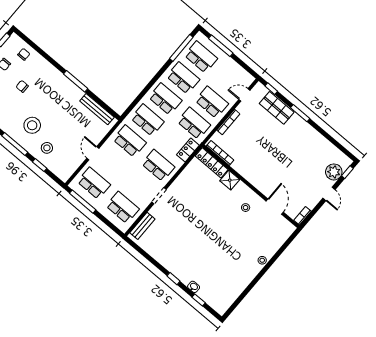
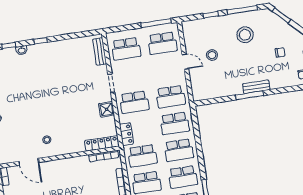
bench: (97, 109) -> (256, 87), moved, width x0.73
stool: (47, 148) -> (212, 55), moved
shower: (230, 180) -> (107, 109), moved

